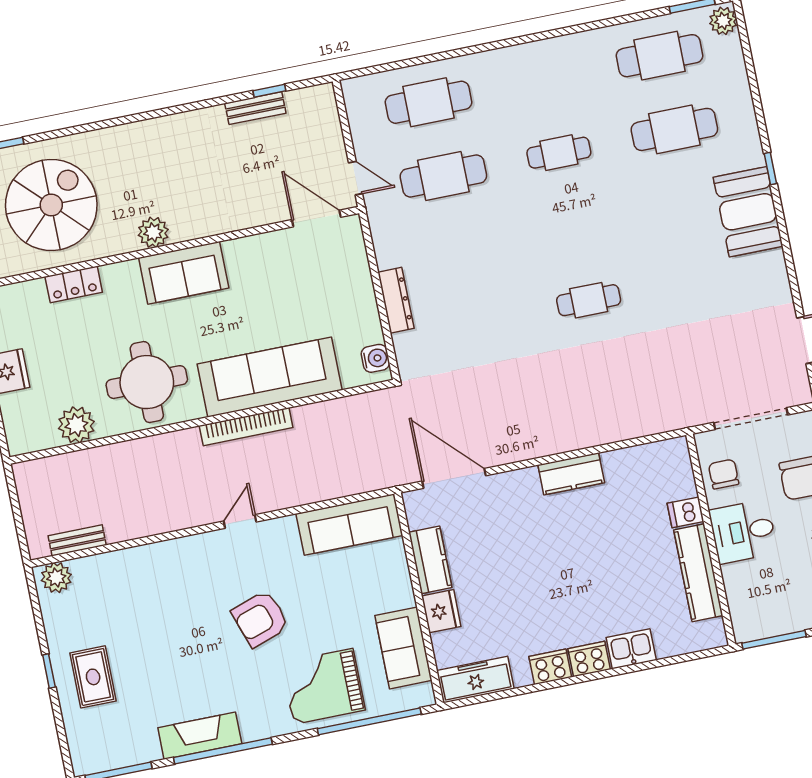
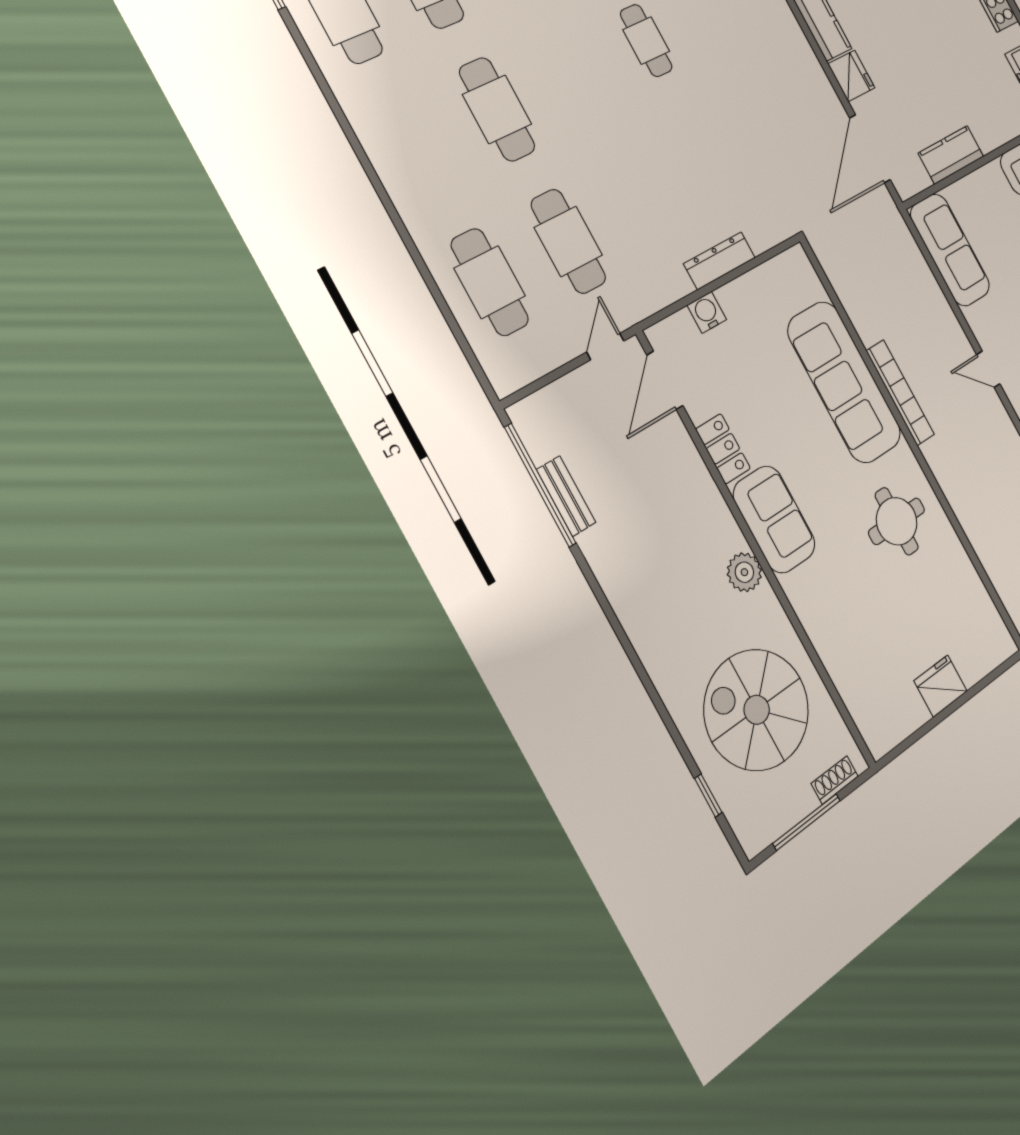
window: (269, 91) -> (540, 485), width x3.17
cafe table: (559, 153) -> (497, 109), width x1.37, depth x1.35
locker: (74, 284) -> (723, 449), moved
water cooler: (375, 358) -> (707, 312), moved
round table: (147, 382) -> (897, 521), width x0.73, depth x0.73
plant: (76, 425) -> (964, 586), removed
fridge: (441, 611) -> (851, 76), moved, turned 90

